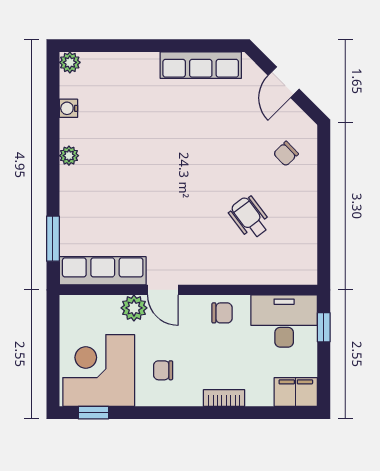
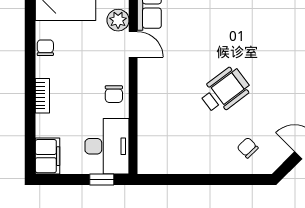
wheelchair: (250, 218) -> (225, 91), moved, width x1.36, depth x1.37
door: (163, 290) -> (133, 44), swing flipped
chair: (163, 370) -> (45, 48), moved

